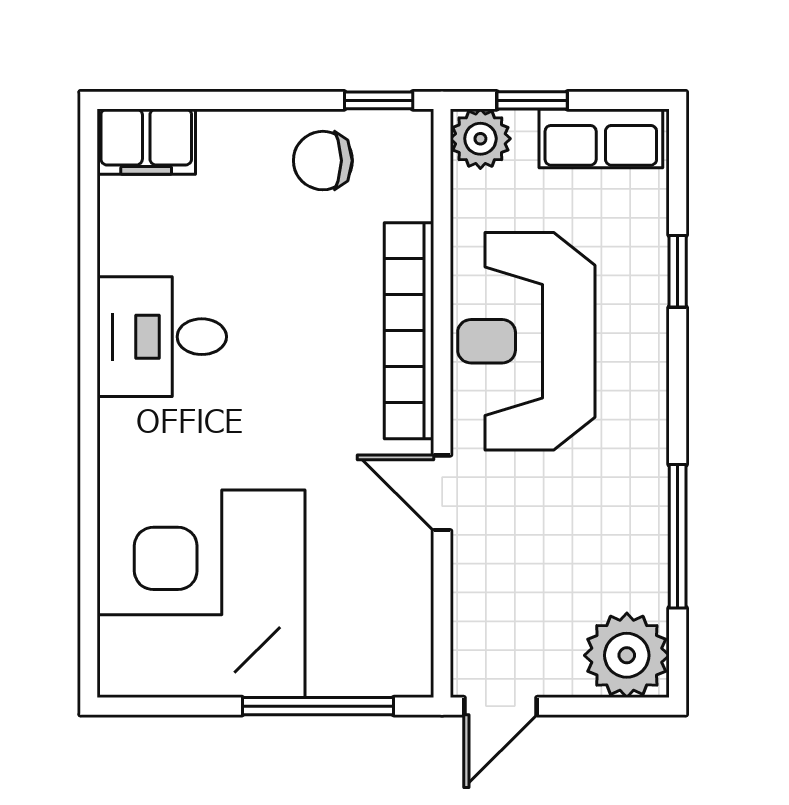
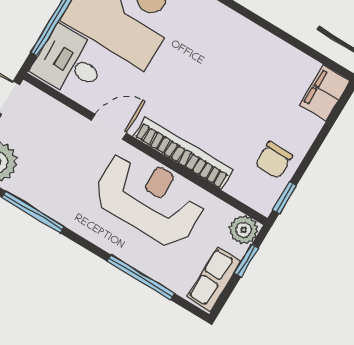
chair: (323, 161) -> (274, 160), turned 180
window: (678, 271) -> (141, 277), width x2.17
desk: (162, 337) -> (70, 62), moved, turned -90

